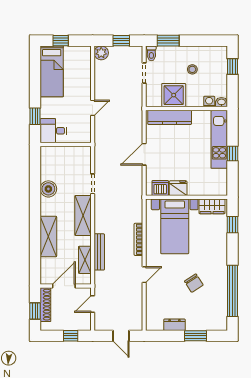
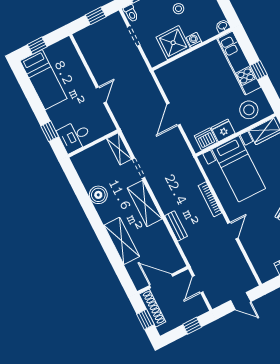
plant: (101, 53) -> (82, 37), removed
washing machine: (209, 102) -> (194, 40), moved
kitchen counter: (170, 117) -> (180, 66), removed
stool: (208, 182) -> (249, 110), added
bench: (99, 252) -> (176, 226), width x0.73
shelving: (85, 260) -> (119, 149), moved
door: (64, 286) -> (161, 281), hinge flipped

